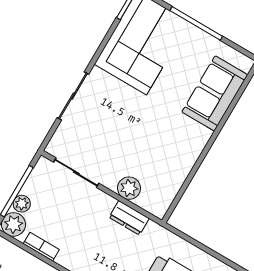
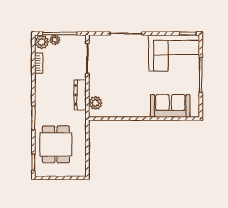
plant: (129, 188) -> (95, 103), moved
dresser: (129, 218) -> (80, 95), width x1.44

